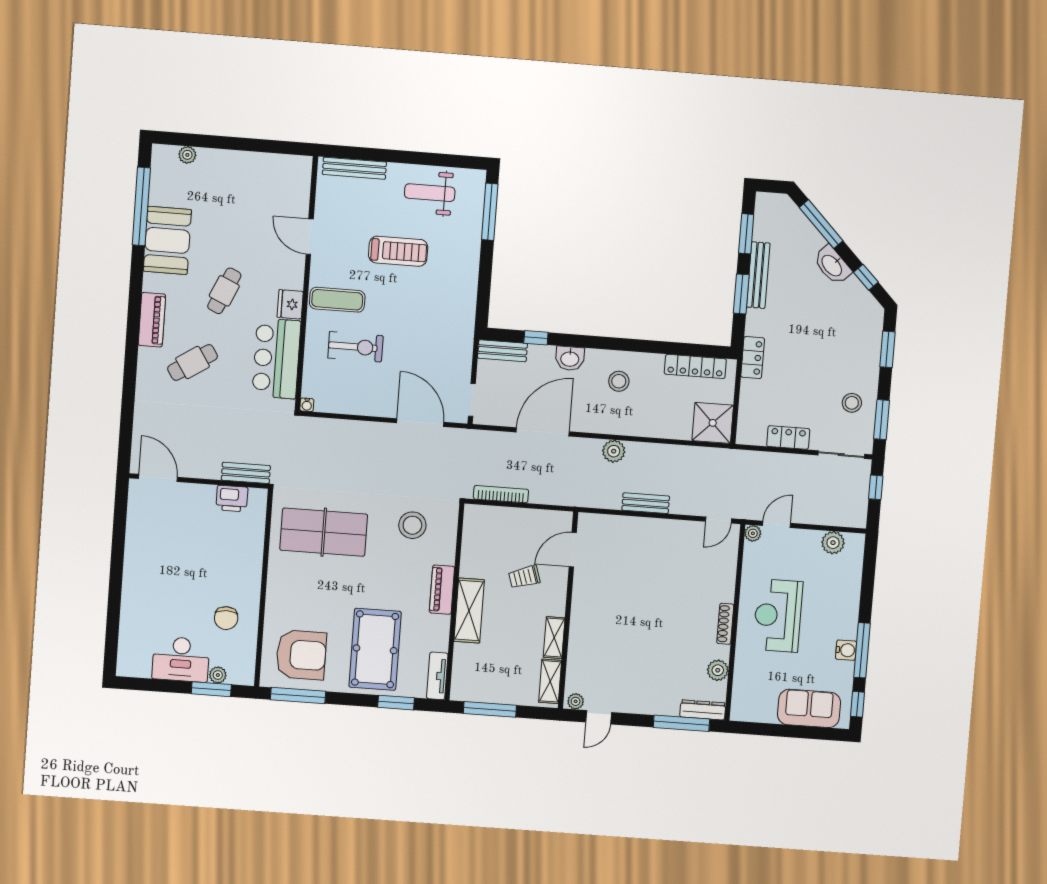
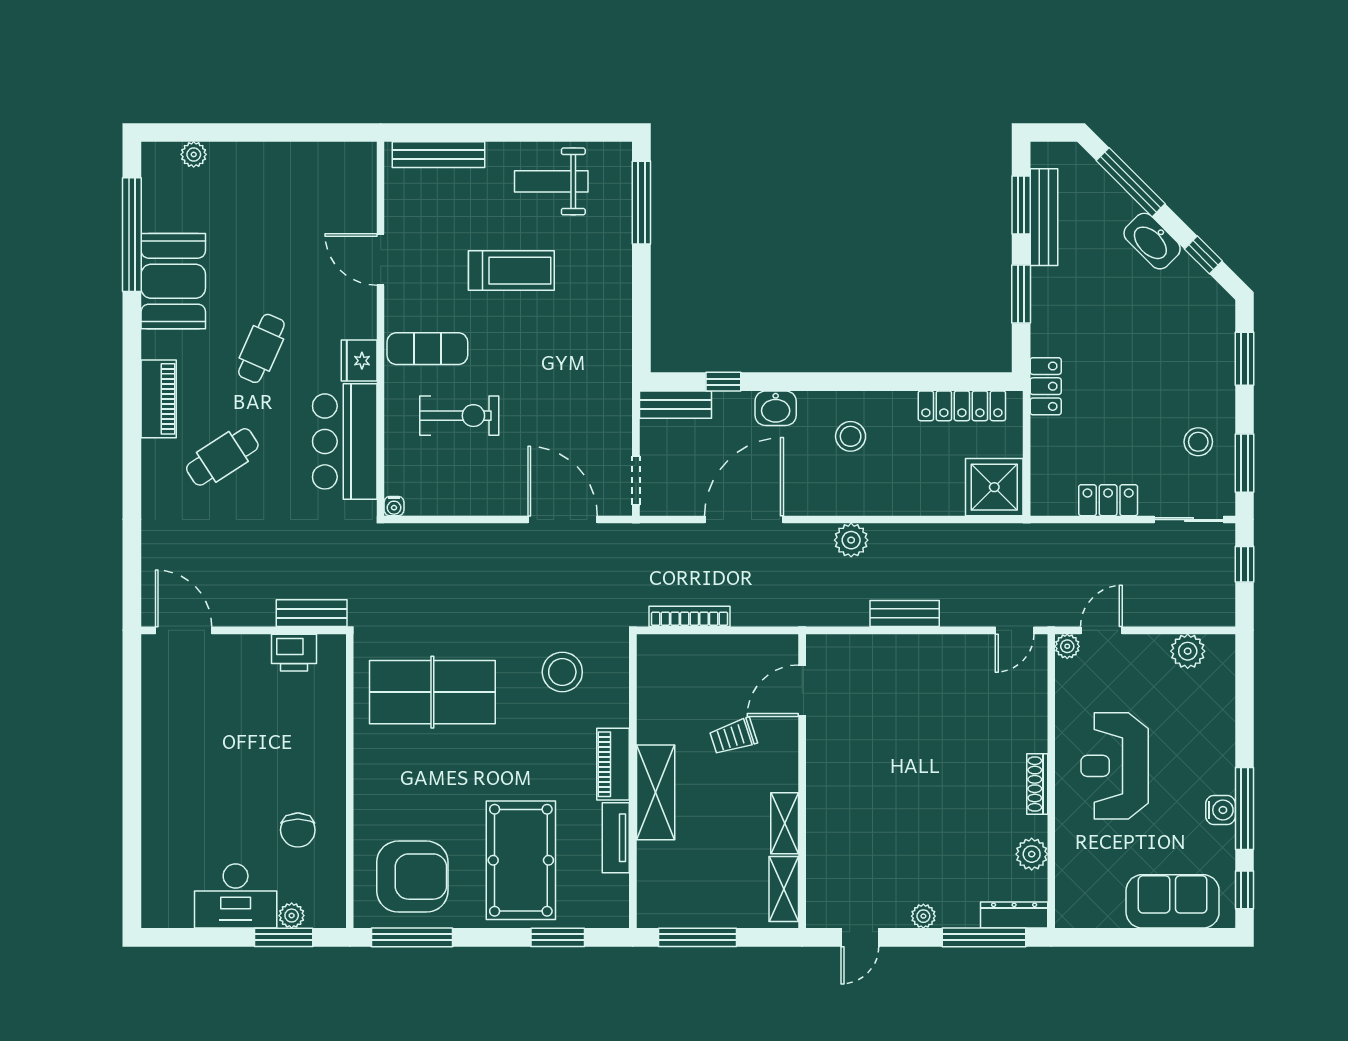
bench: (758, 275) -> (1044, 217), moved
tv unit: (437, 676) -> (616, 838), moved
plant: (576, 701) -> (923, 916), moved

